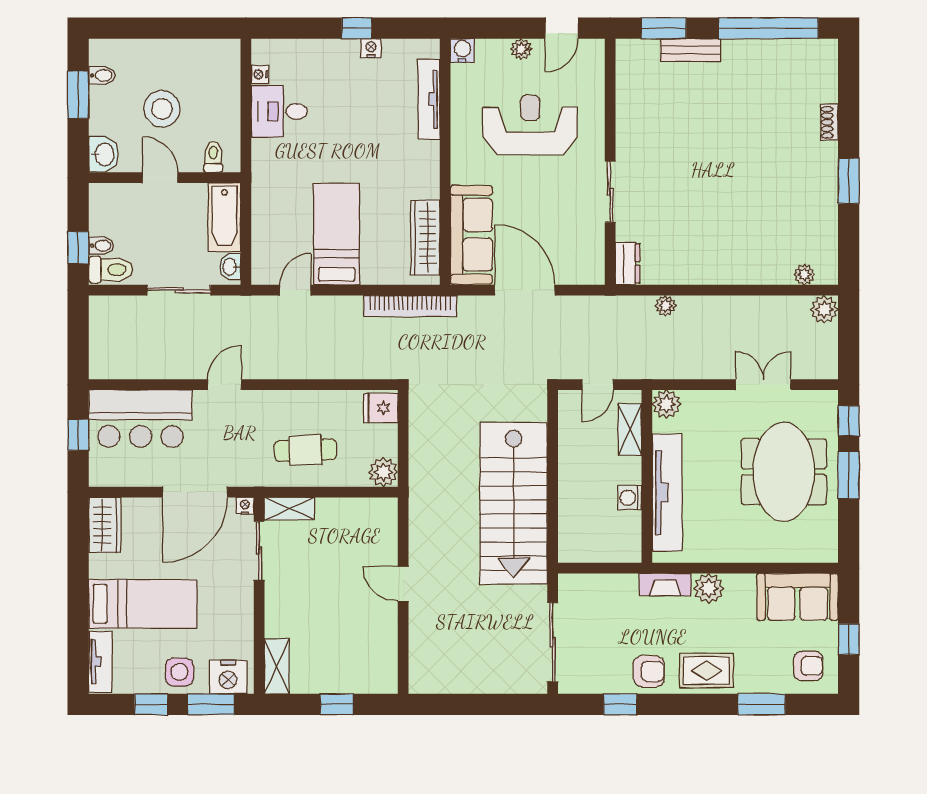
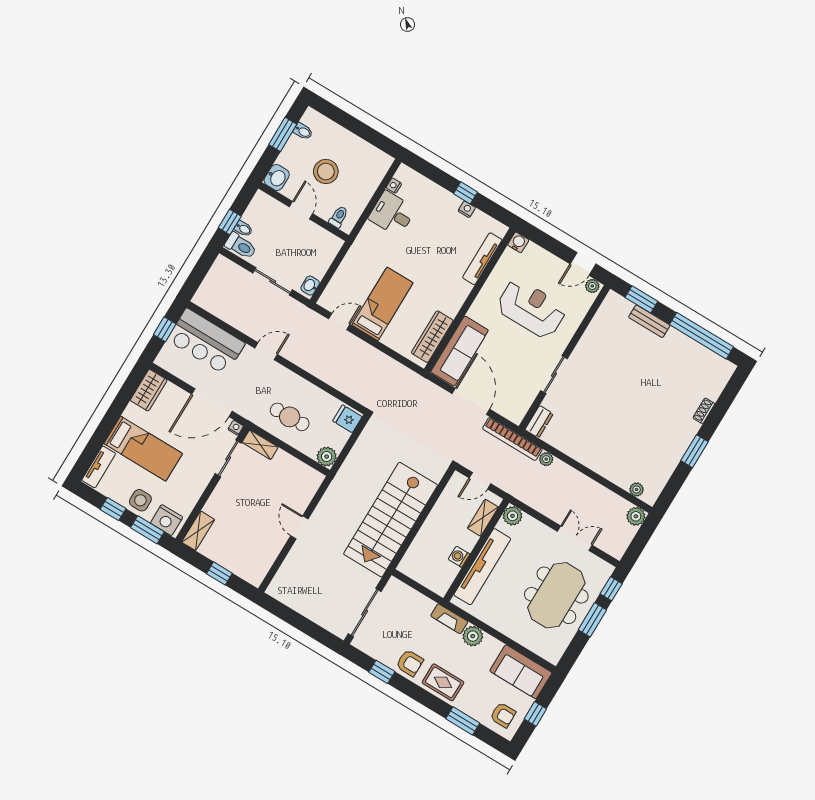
plant: (521, 49) -> (592, 286), moved
bathtub: (224, 217) -> (324, 255), removed
bookcase: (410, 306) -> (512, 439), moved

